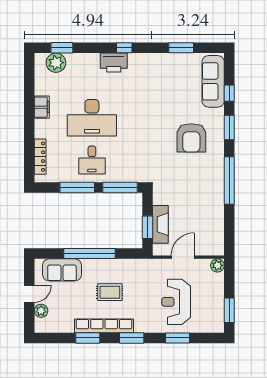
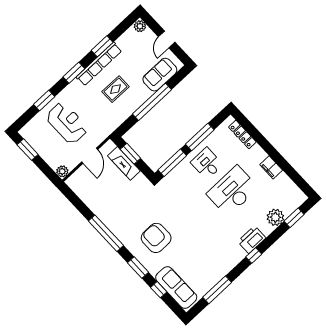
window: (181, 48) -> (217, 290), width x1.44
plant: (56, 63) -> (275, 217), moved
plant: (41, 311) -> (140, 26), moved

